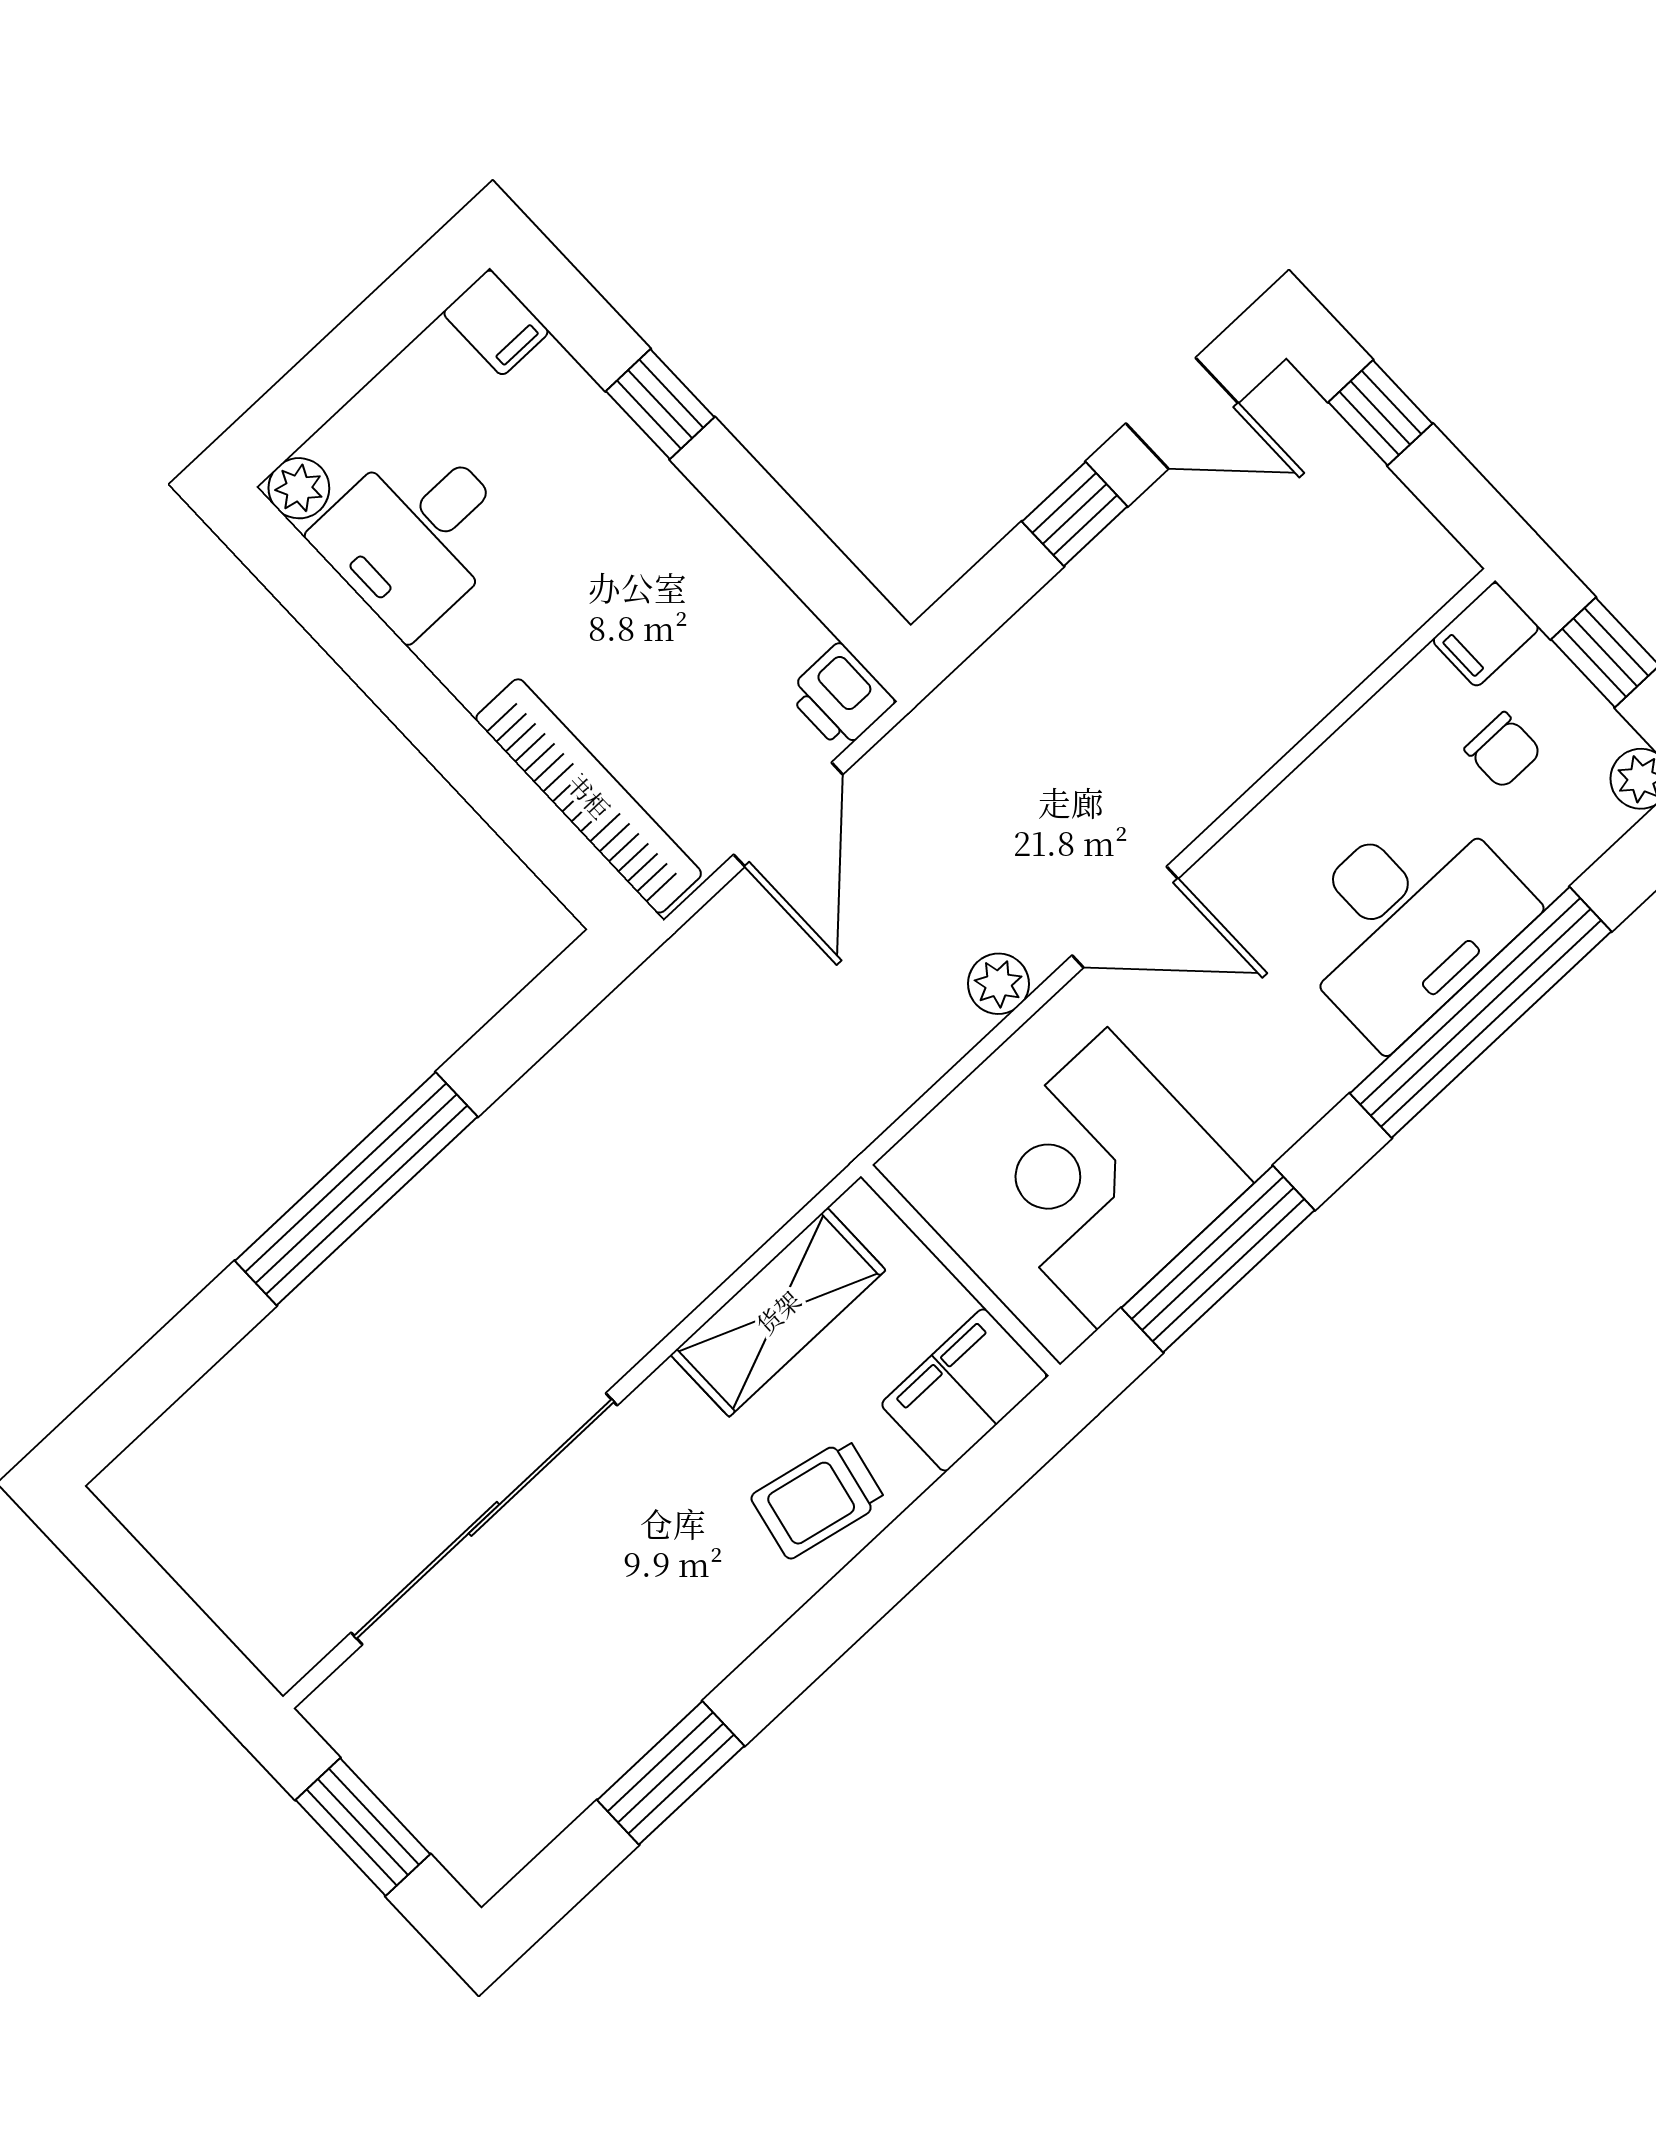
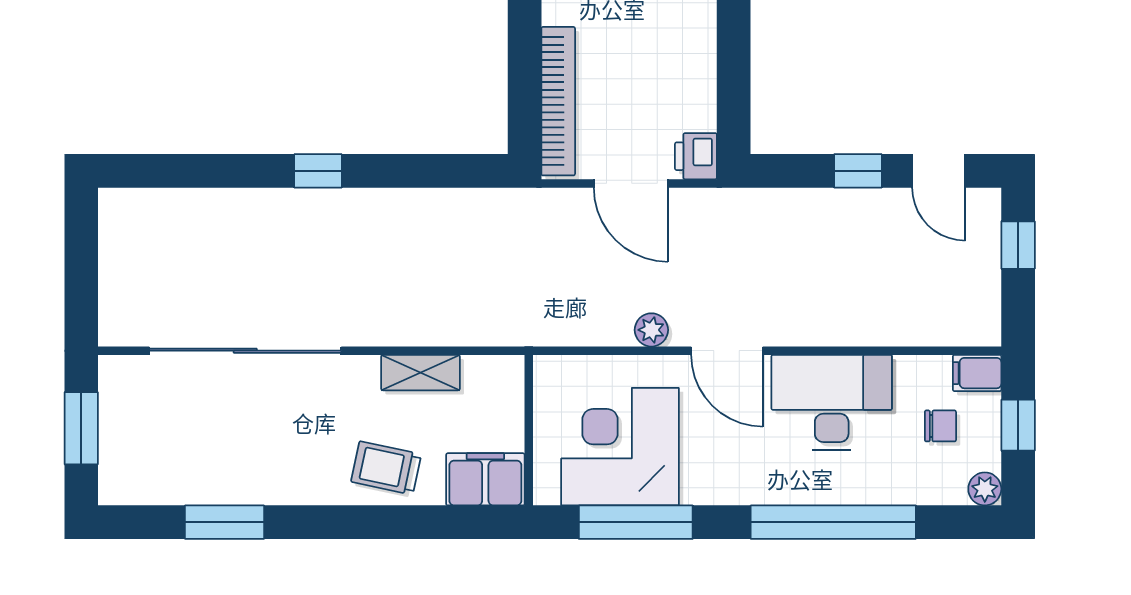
chair: (1503, 750) -> (940, 426), turned -90
door: (788, 815) -> (631, 183), hinge flipped
desk: (1407, 921) -> (832, 402), moved, turned 180
window: (356, 1189) -> (318, 171), width x0.32
shelving: (778, 1312) -> (420, 373), width x0.67, depth x0.75

